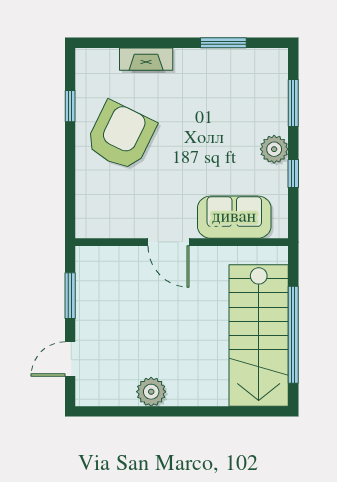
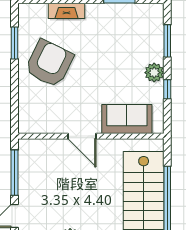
window: (70, 106) -> (15, 43), width x1.50
window: (70, 296) -> (15, 173), width x1.44

